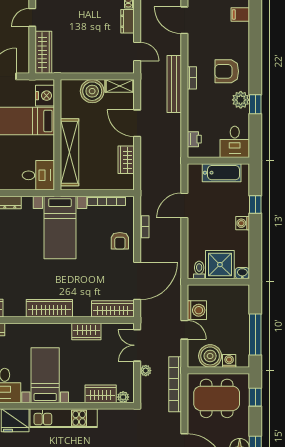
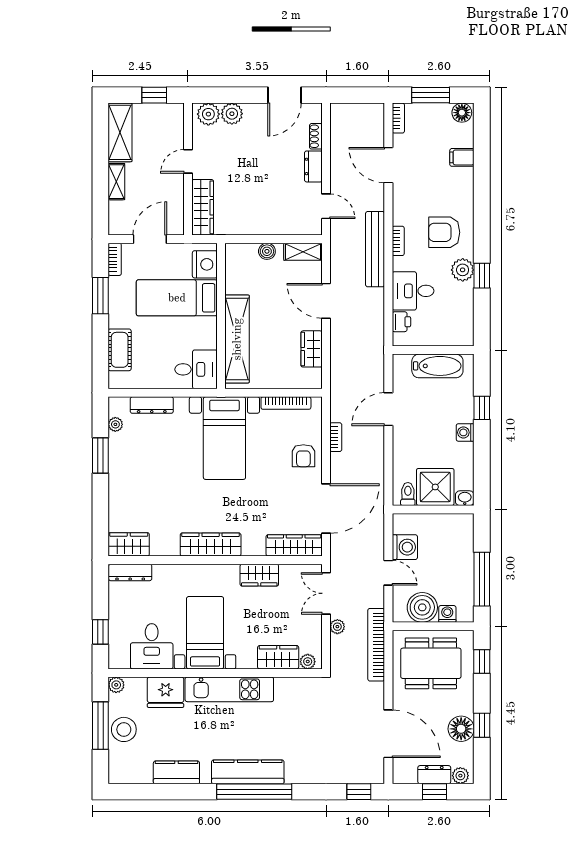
boiler: (92, 91) -> (267, 251), width x0.54, depth x0.54
desk: (235, 142) -> (413, 291), moved, turned 90

